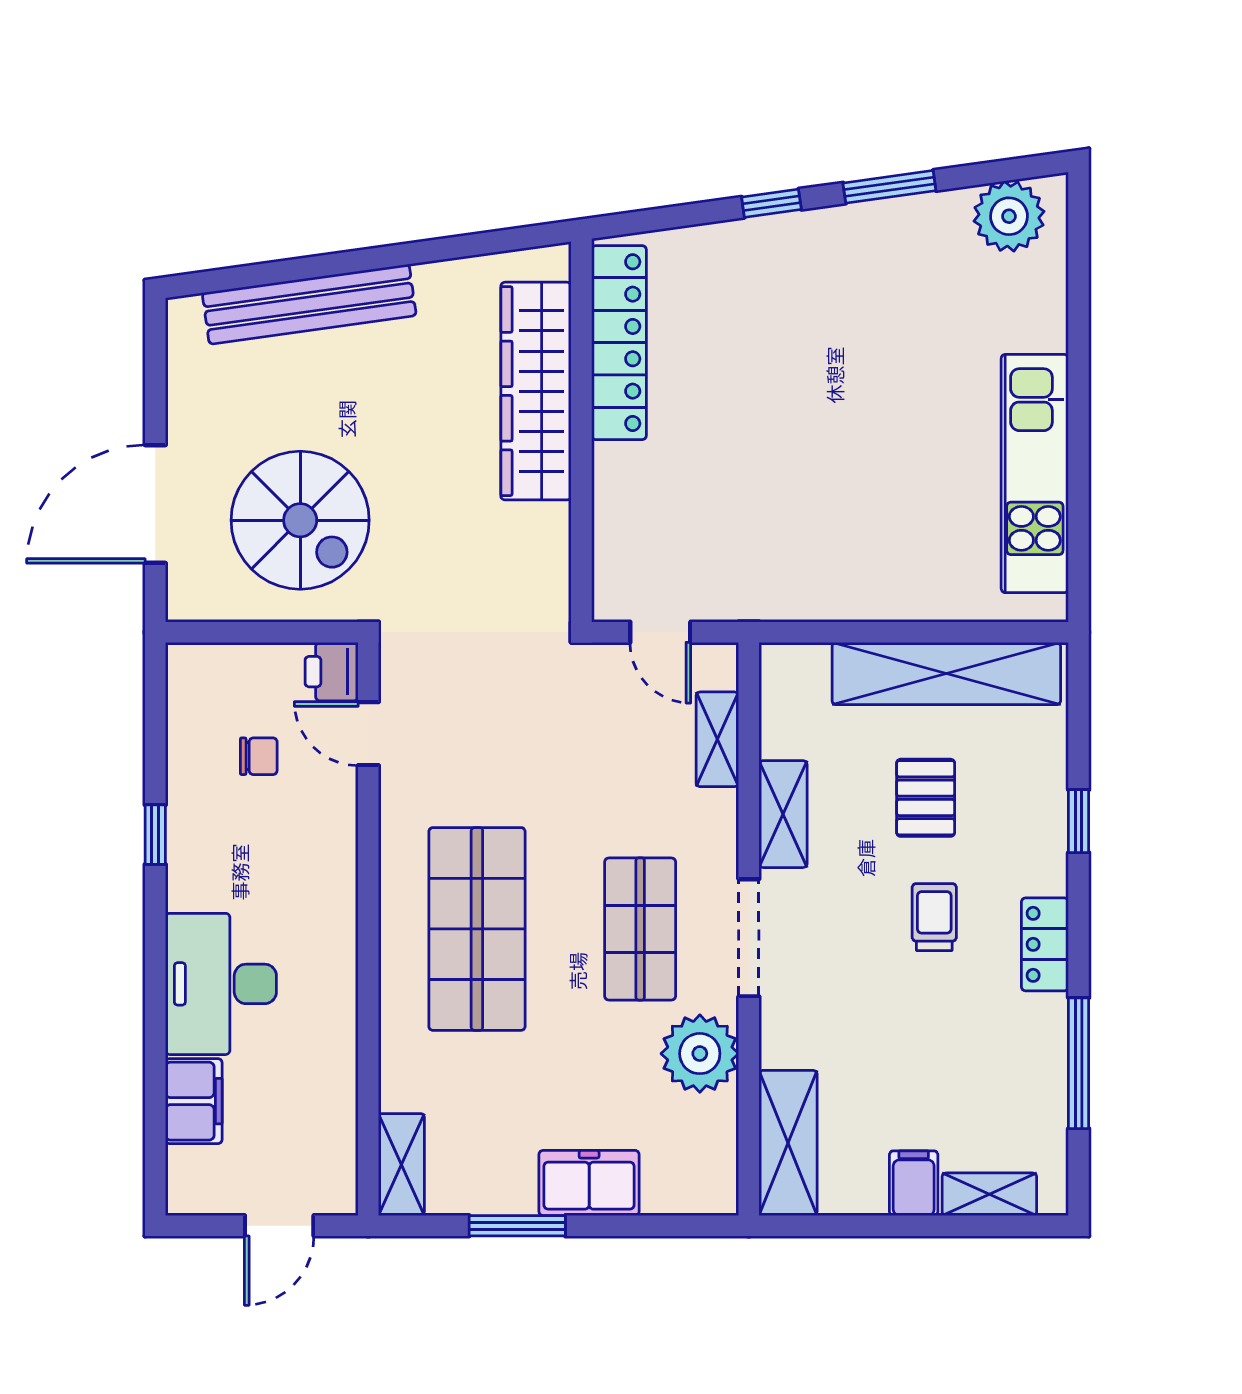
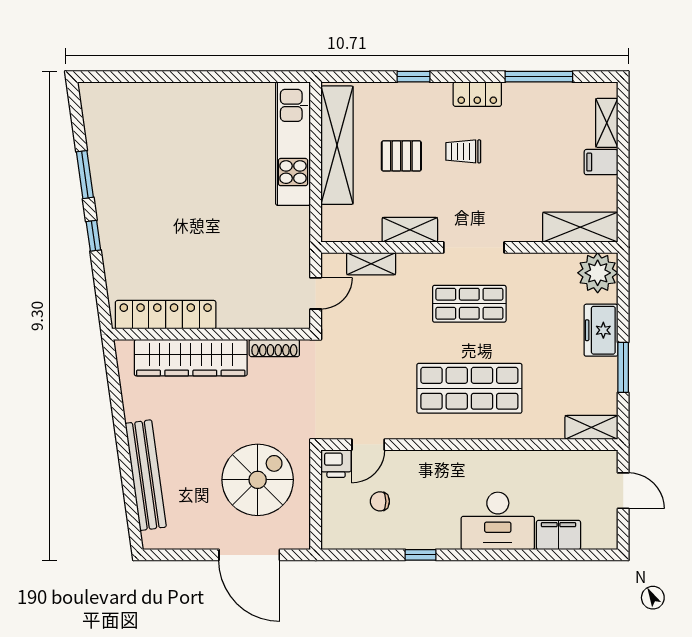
plant: (1009, 216) -> (100, 113), removed
kitchen unit: (1035, 474) -> (293, 144), moved, turned 90
shoe rack: (555, 553) -> (274, 348), added
chair: (259, 756) -> (380, 501), turned -90
plant: (700, 1054) -> (598, 273), moved

